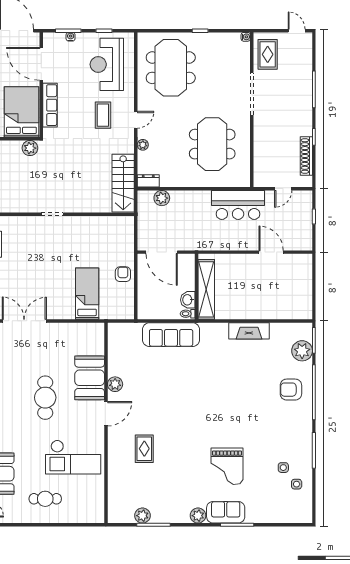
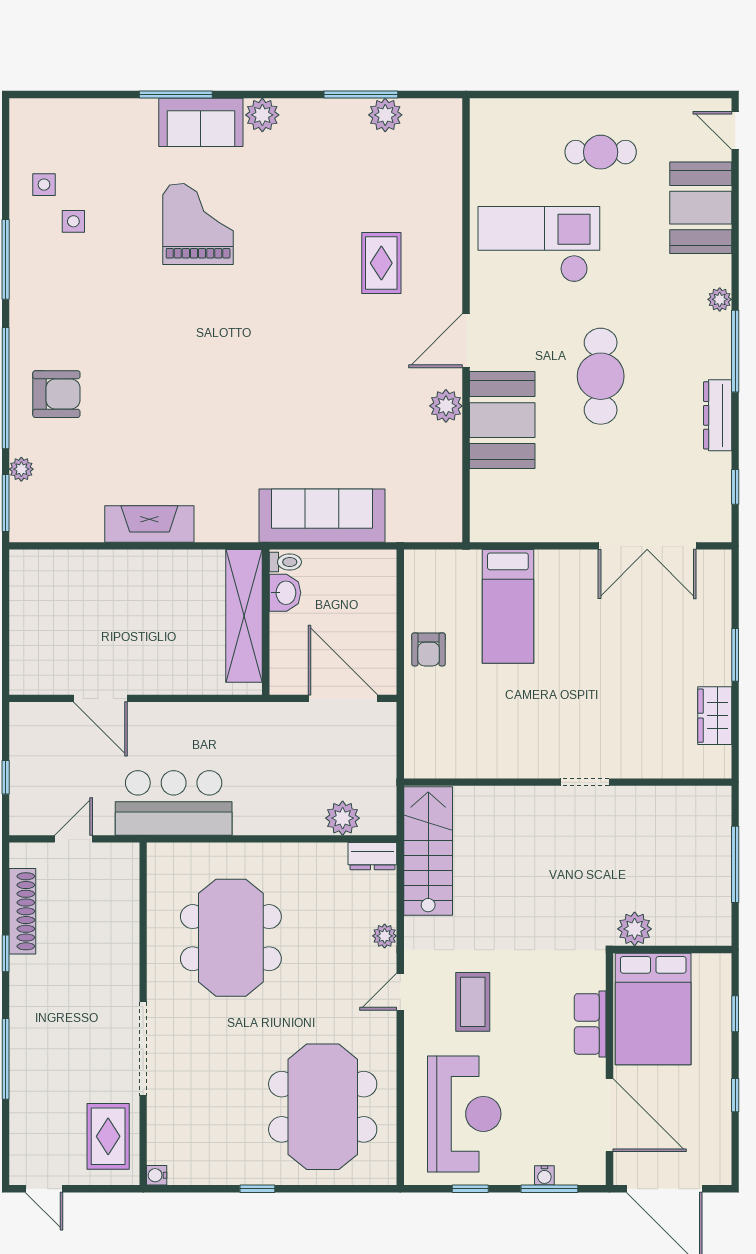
row of seats: (50, 105) -> (590, 1024), width x0.68
plant: (302, 351) -> (21, 469), width x0.53, depth x0.53

